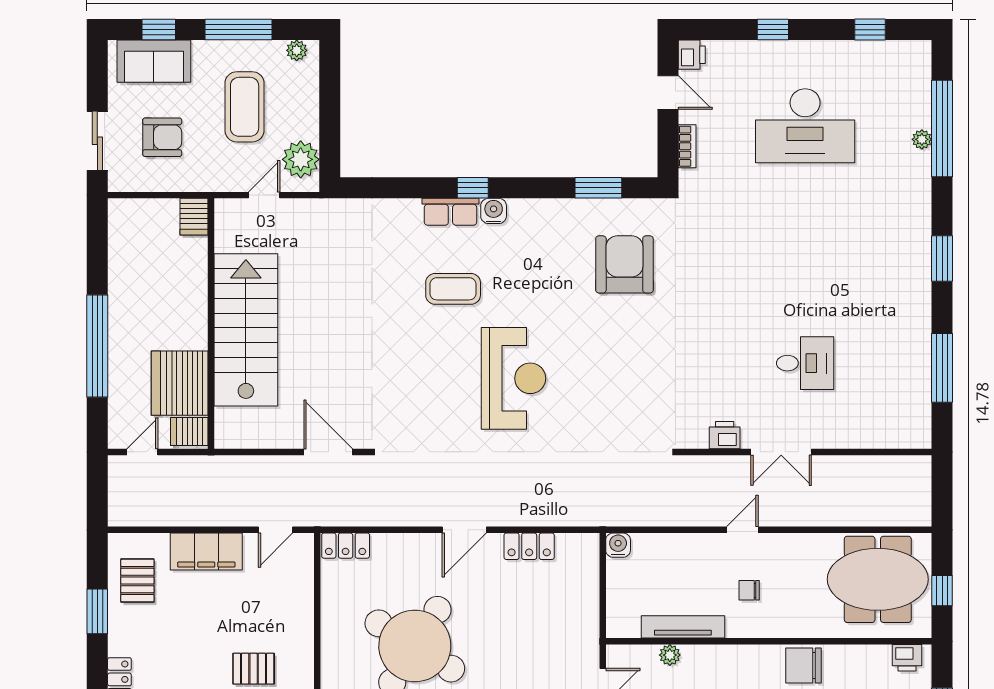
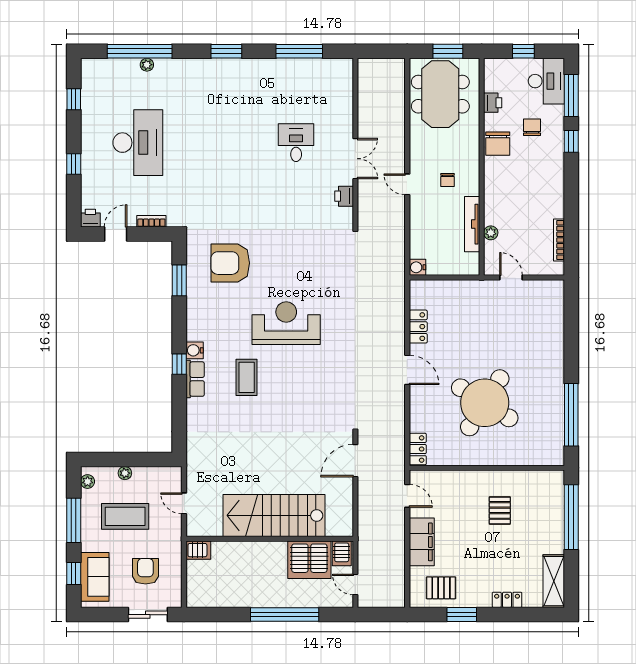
plant: (301, 159) -> (125, 473), moved, width x0.53, depth x0.53
reception desk: (514, 378) -> (286, 323), moved
window: (942, 591) -> (448, 51), width x1.50
printer: (907, 658) -> (493, 103), moved

